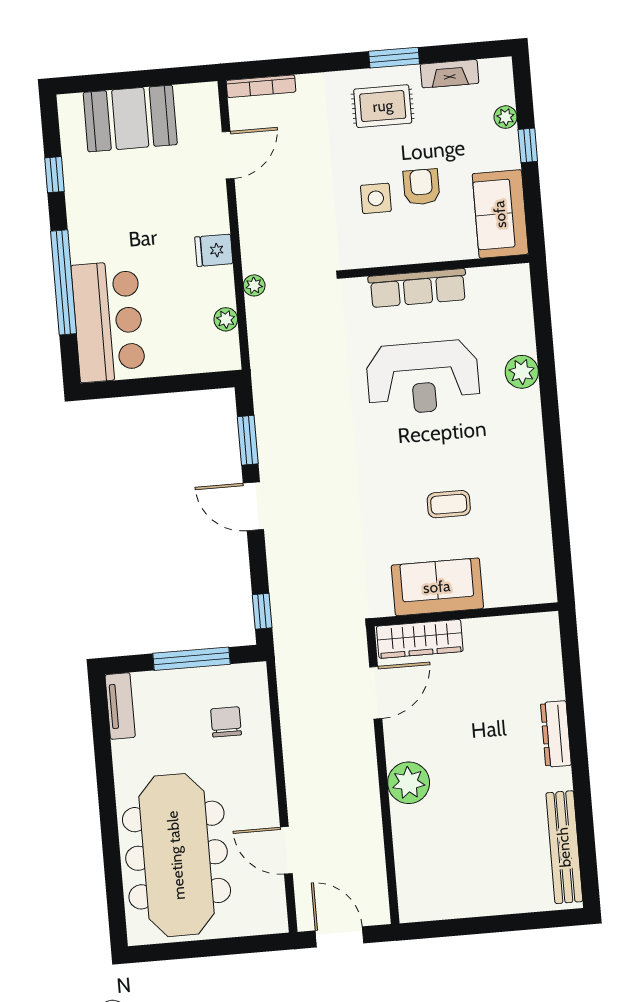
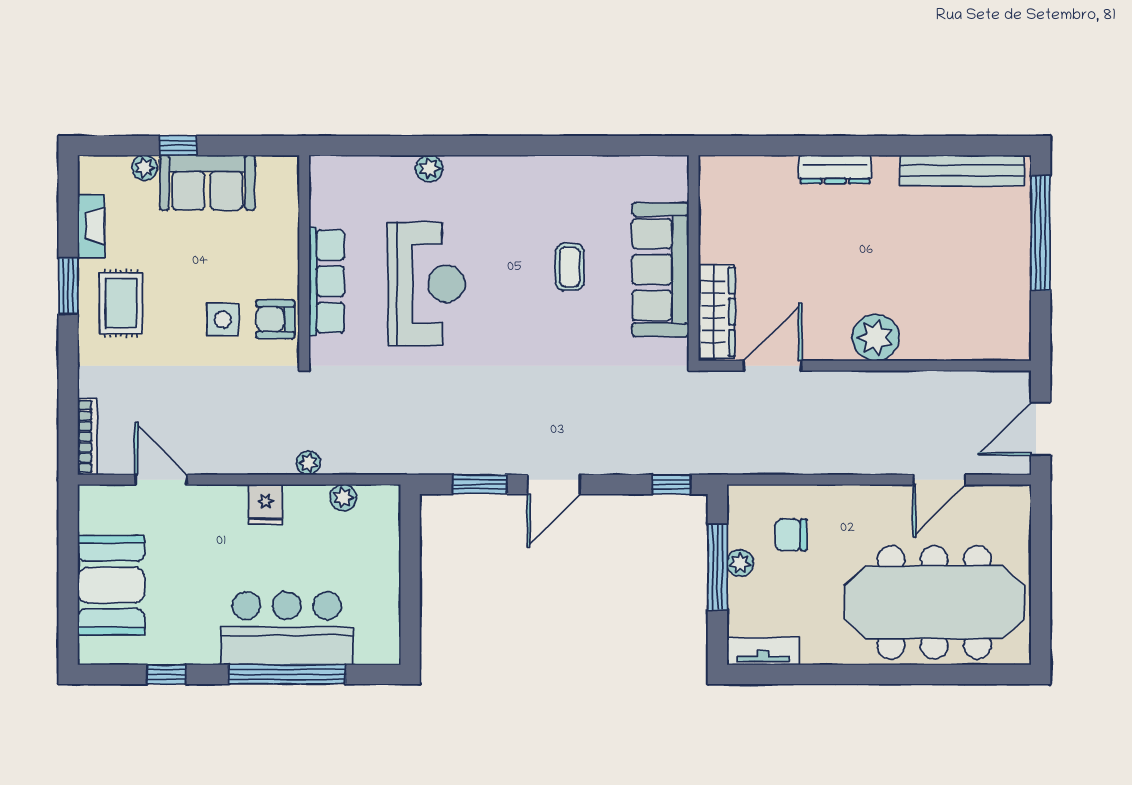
armchair: (421, 187) -> (275, 319), moved
sofa: (500, 214) -> (207, 183), moved
bar counter: (108, 322) -> (287, 628), moved
plant: (522, 372) -> (429, 168), width x0.73, depth x0.73
sofa: (437, 587) -> (660, 270), width x1.36
plant: (197, 679) -> (740, 563), added
door: (376, 693) -> (772, 366), hinge flipped
window: (514, 922) -> (1041, 233), added

